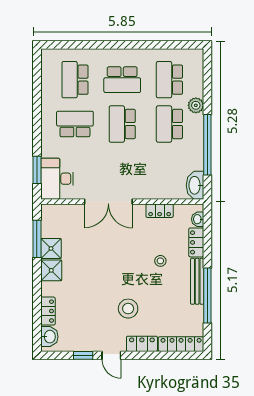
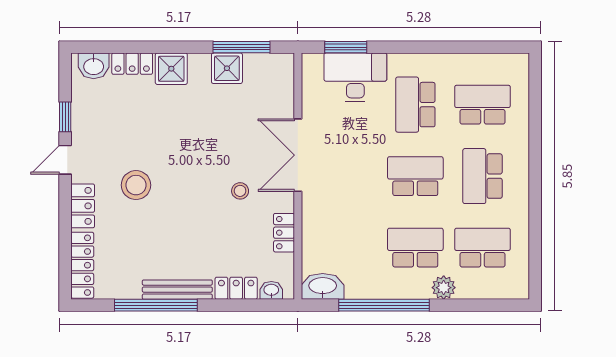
school desk: (75, 124) -> (415, 105), turned 180
desk: (57, 179) -> (355, 77), moved
stool: (160, 261) -> (240, 191), moved
shower: (51, 270) -> (171, 69), moved

